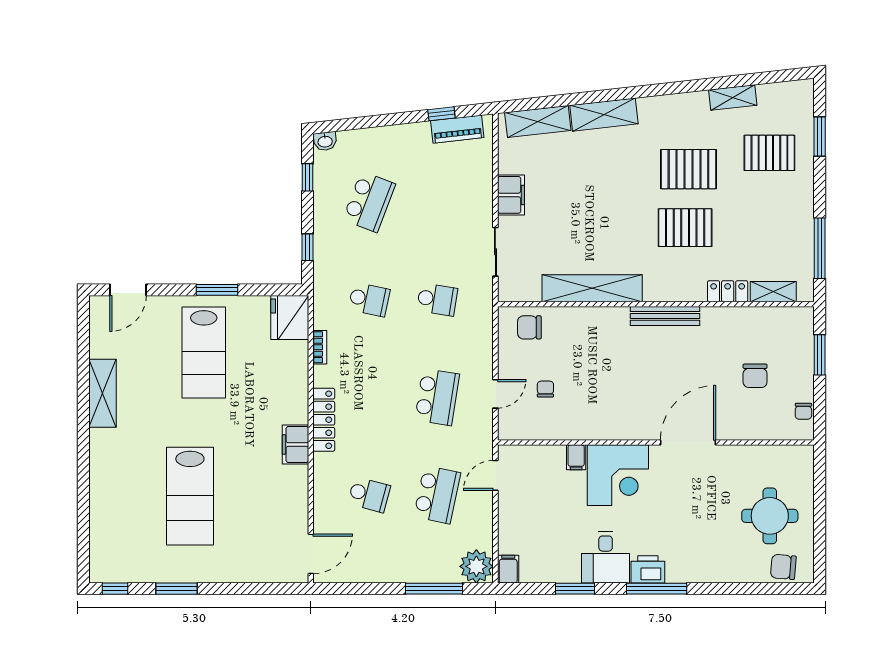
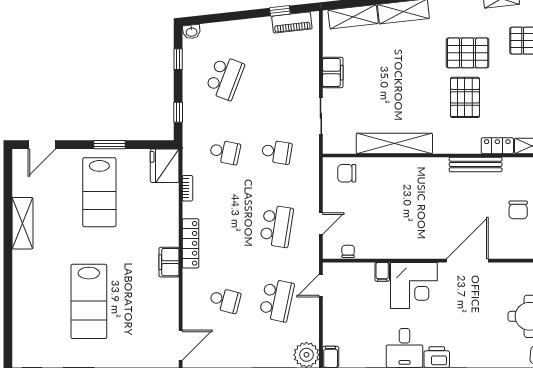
pallet: (685, 228) -> (465, 97), turned 90
bench: (665, 316) -> (476, 164), moved
chair: (545, 389) -> (348, 251), moved

